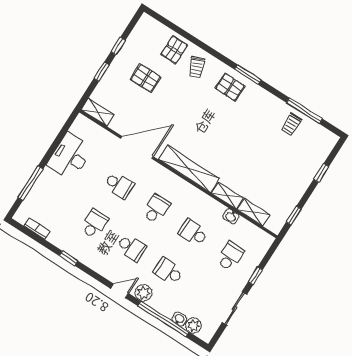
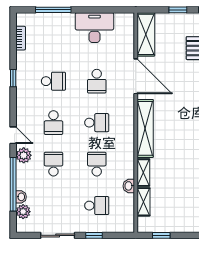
shelving: (98, 112) -> (146, 34), width x1.50, depth x1.33

